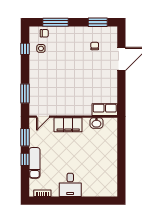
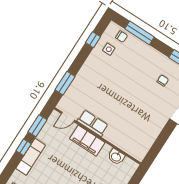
row of seats: (105, 110) -> (93, 123), moved

